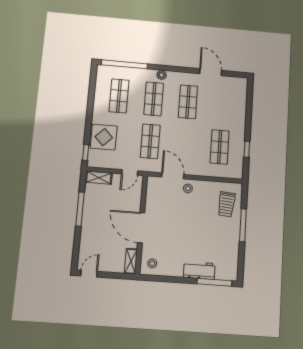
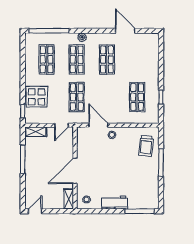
door: (141, 228) -> (75, 171), hinge flipped
workbench: (199, 270) -> (115, 202), moved

